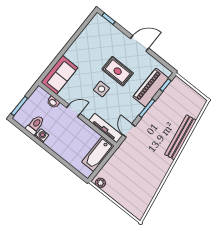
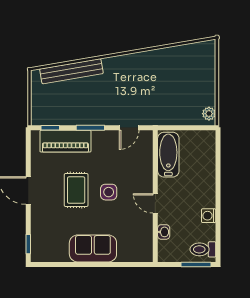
sofa: (59, 75) -> (93, 248), moved
toilet: (35, 125) -> (203, 249), moved
tv unit: (106, 128) -> (146, 154), removed
bench: (180, 137) -> (71, 71), moved
bathtub: (98, 154) -> (168, 155), moved, turned -90

